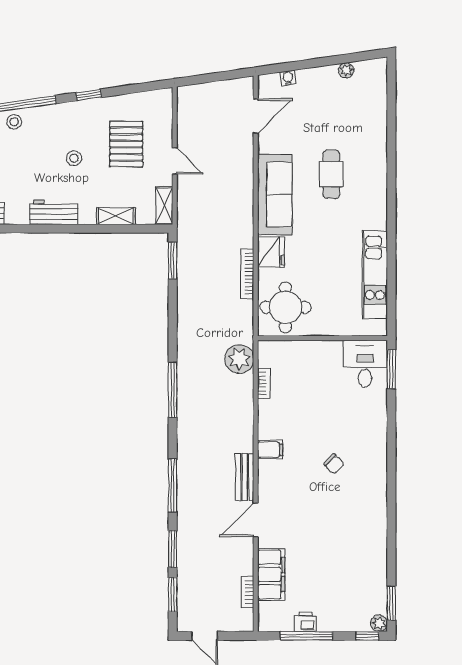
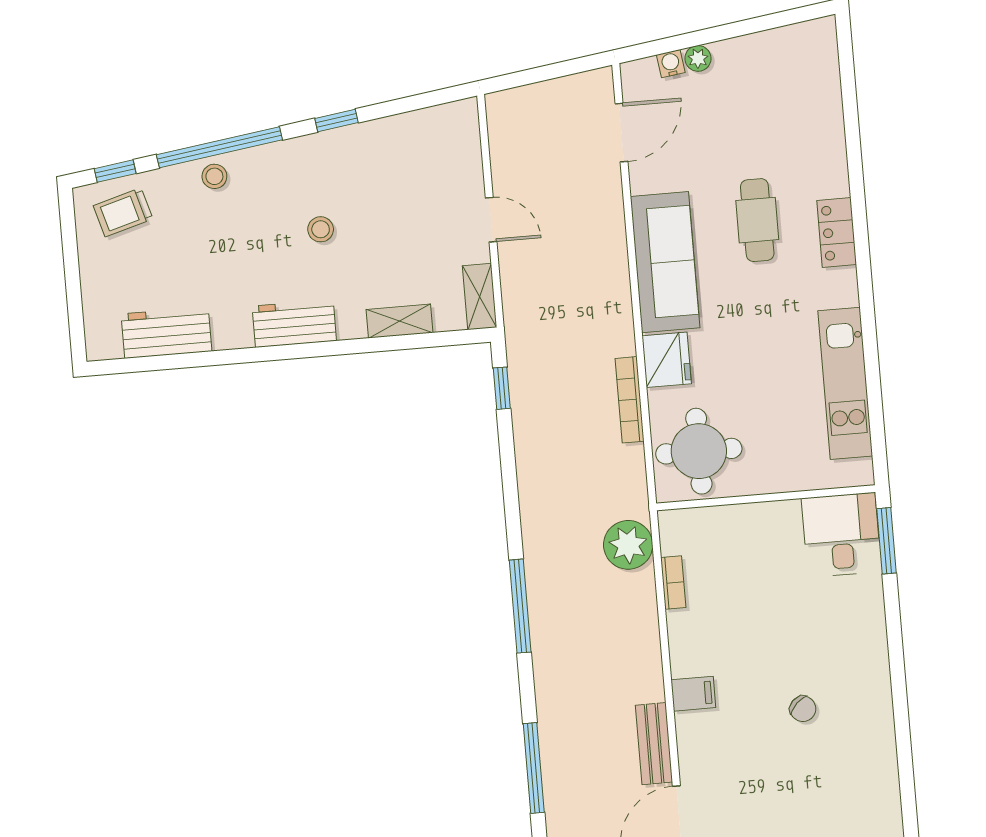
plant: (346, 70) -> (698, 58), moved
pallet: (126, 144) -> (407, 198), removed
locker: (377, 186) -> (837, 233), added
window: (173, 261) -> (502, 388), width x0.67

